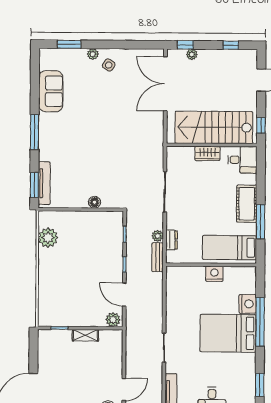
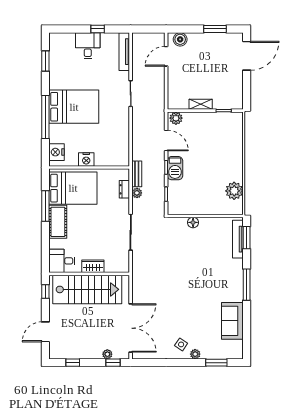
bed: (229, 248) -> (73, 188), width x1.50
barbecue: (115, 263) -> (175, 168), added
nightstand: (248, 304) -> (57, 152), moved

